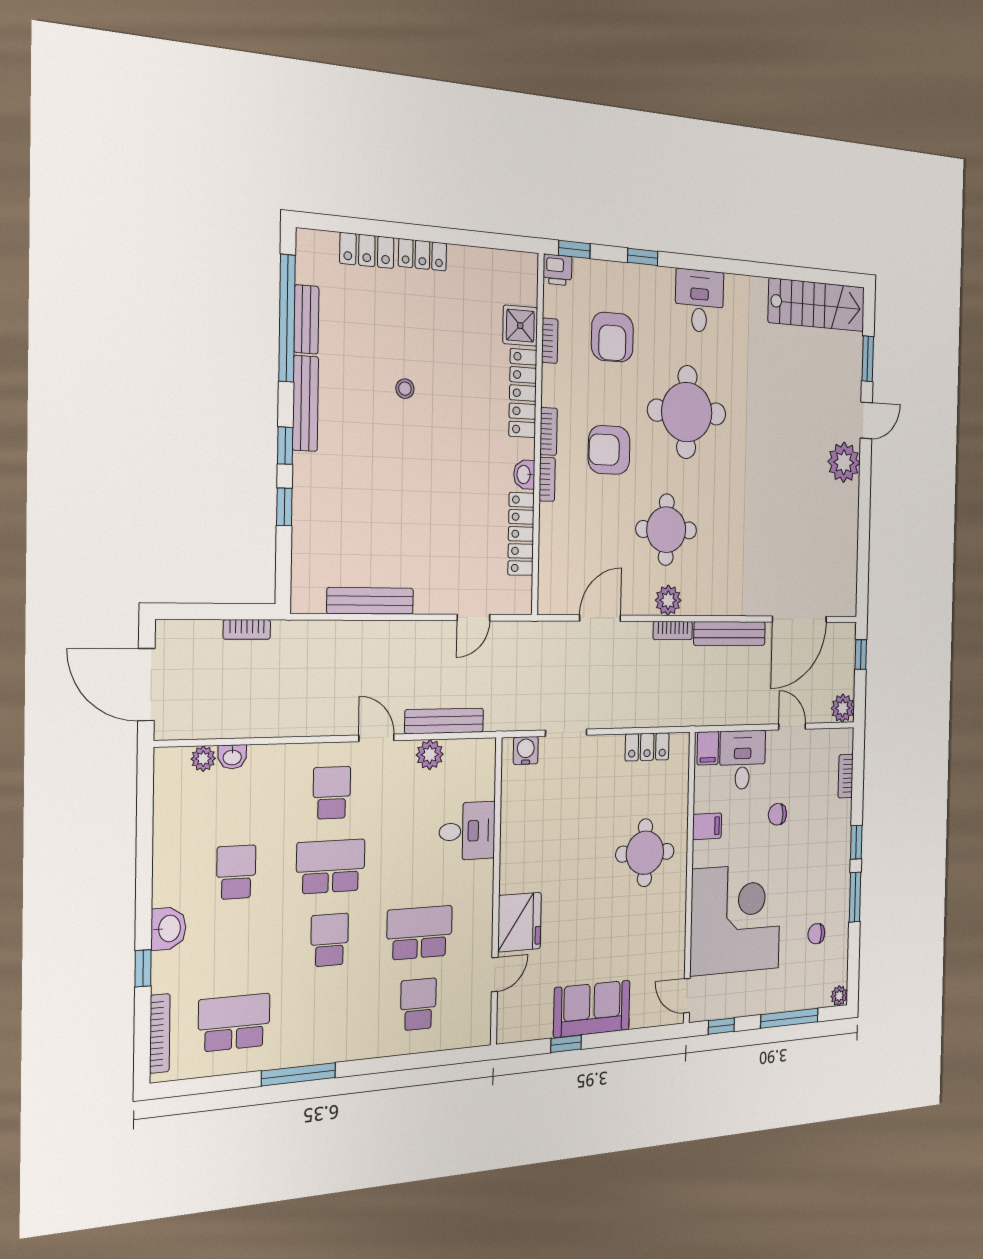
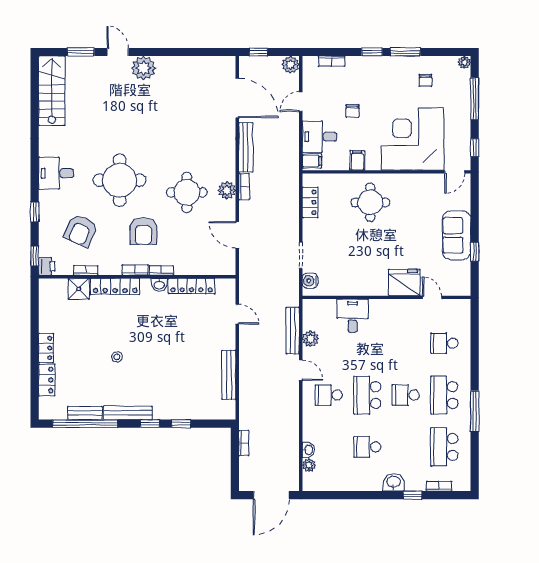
armchair: (612, 337) -> (81, 231), turned 114
door: (376, 738) -> (301, 370), swing flipped
school desk: (420, 933) -> (444, 395), moved
bookcase: (160, 1033) -> (439, 486), width x0.64

